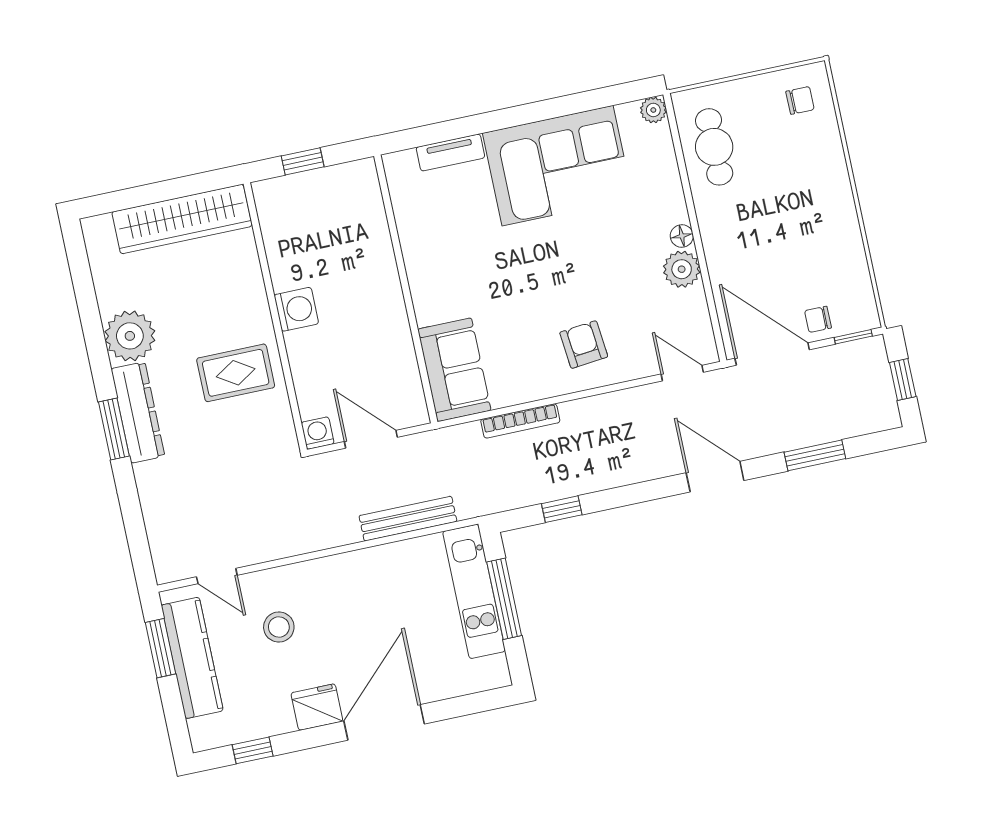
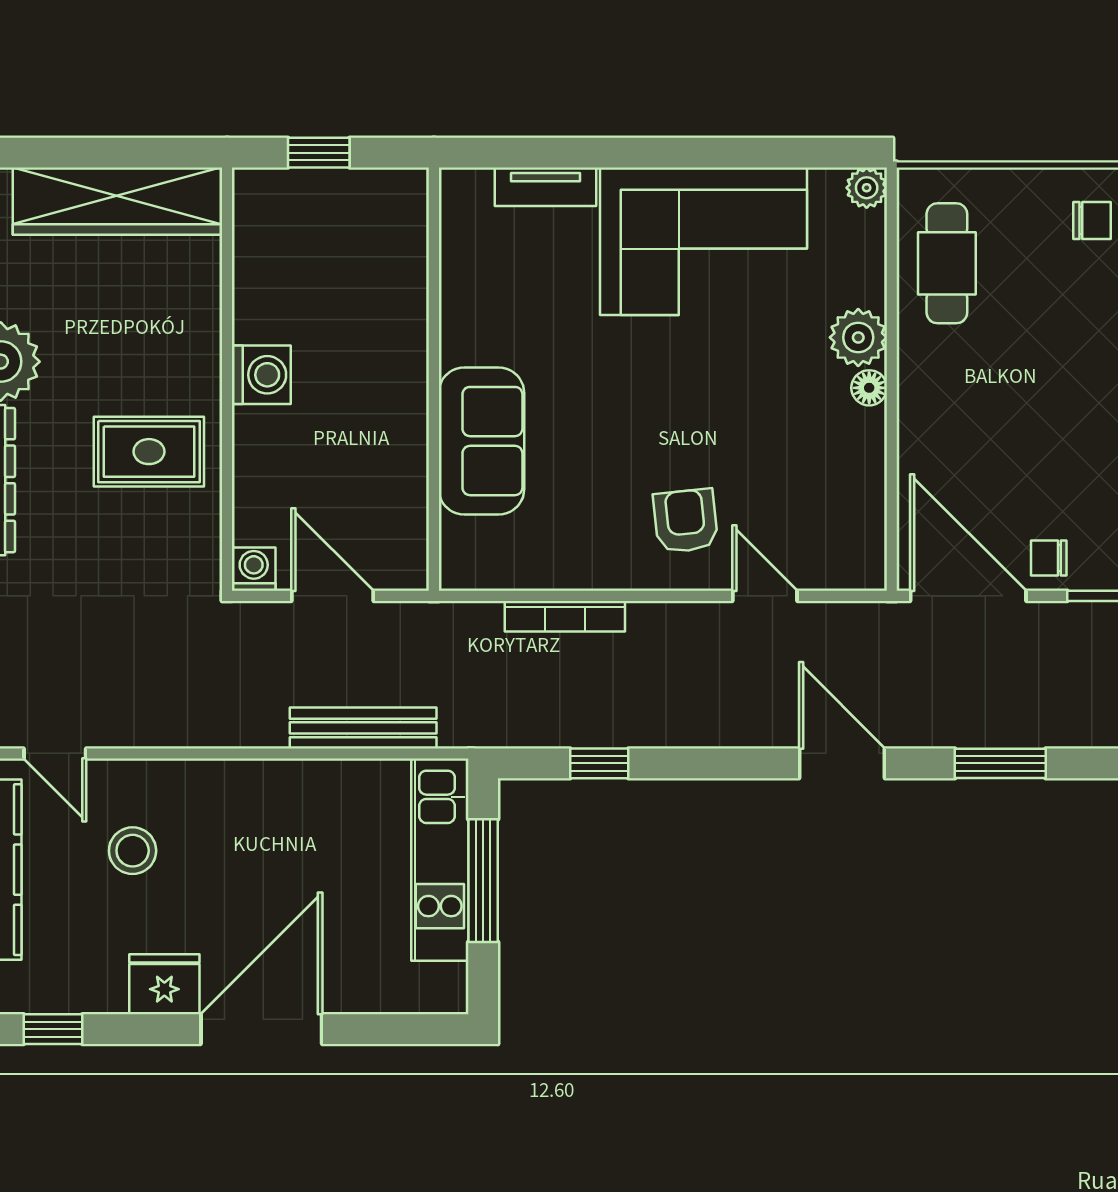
plant: (682, 269) -> (858, 337), moved
sofa: (454, 370) -> (481, 441), moved
door: (682, 373) -> (765, 596), moved

